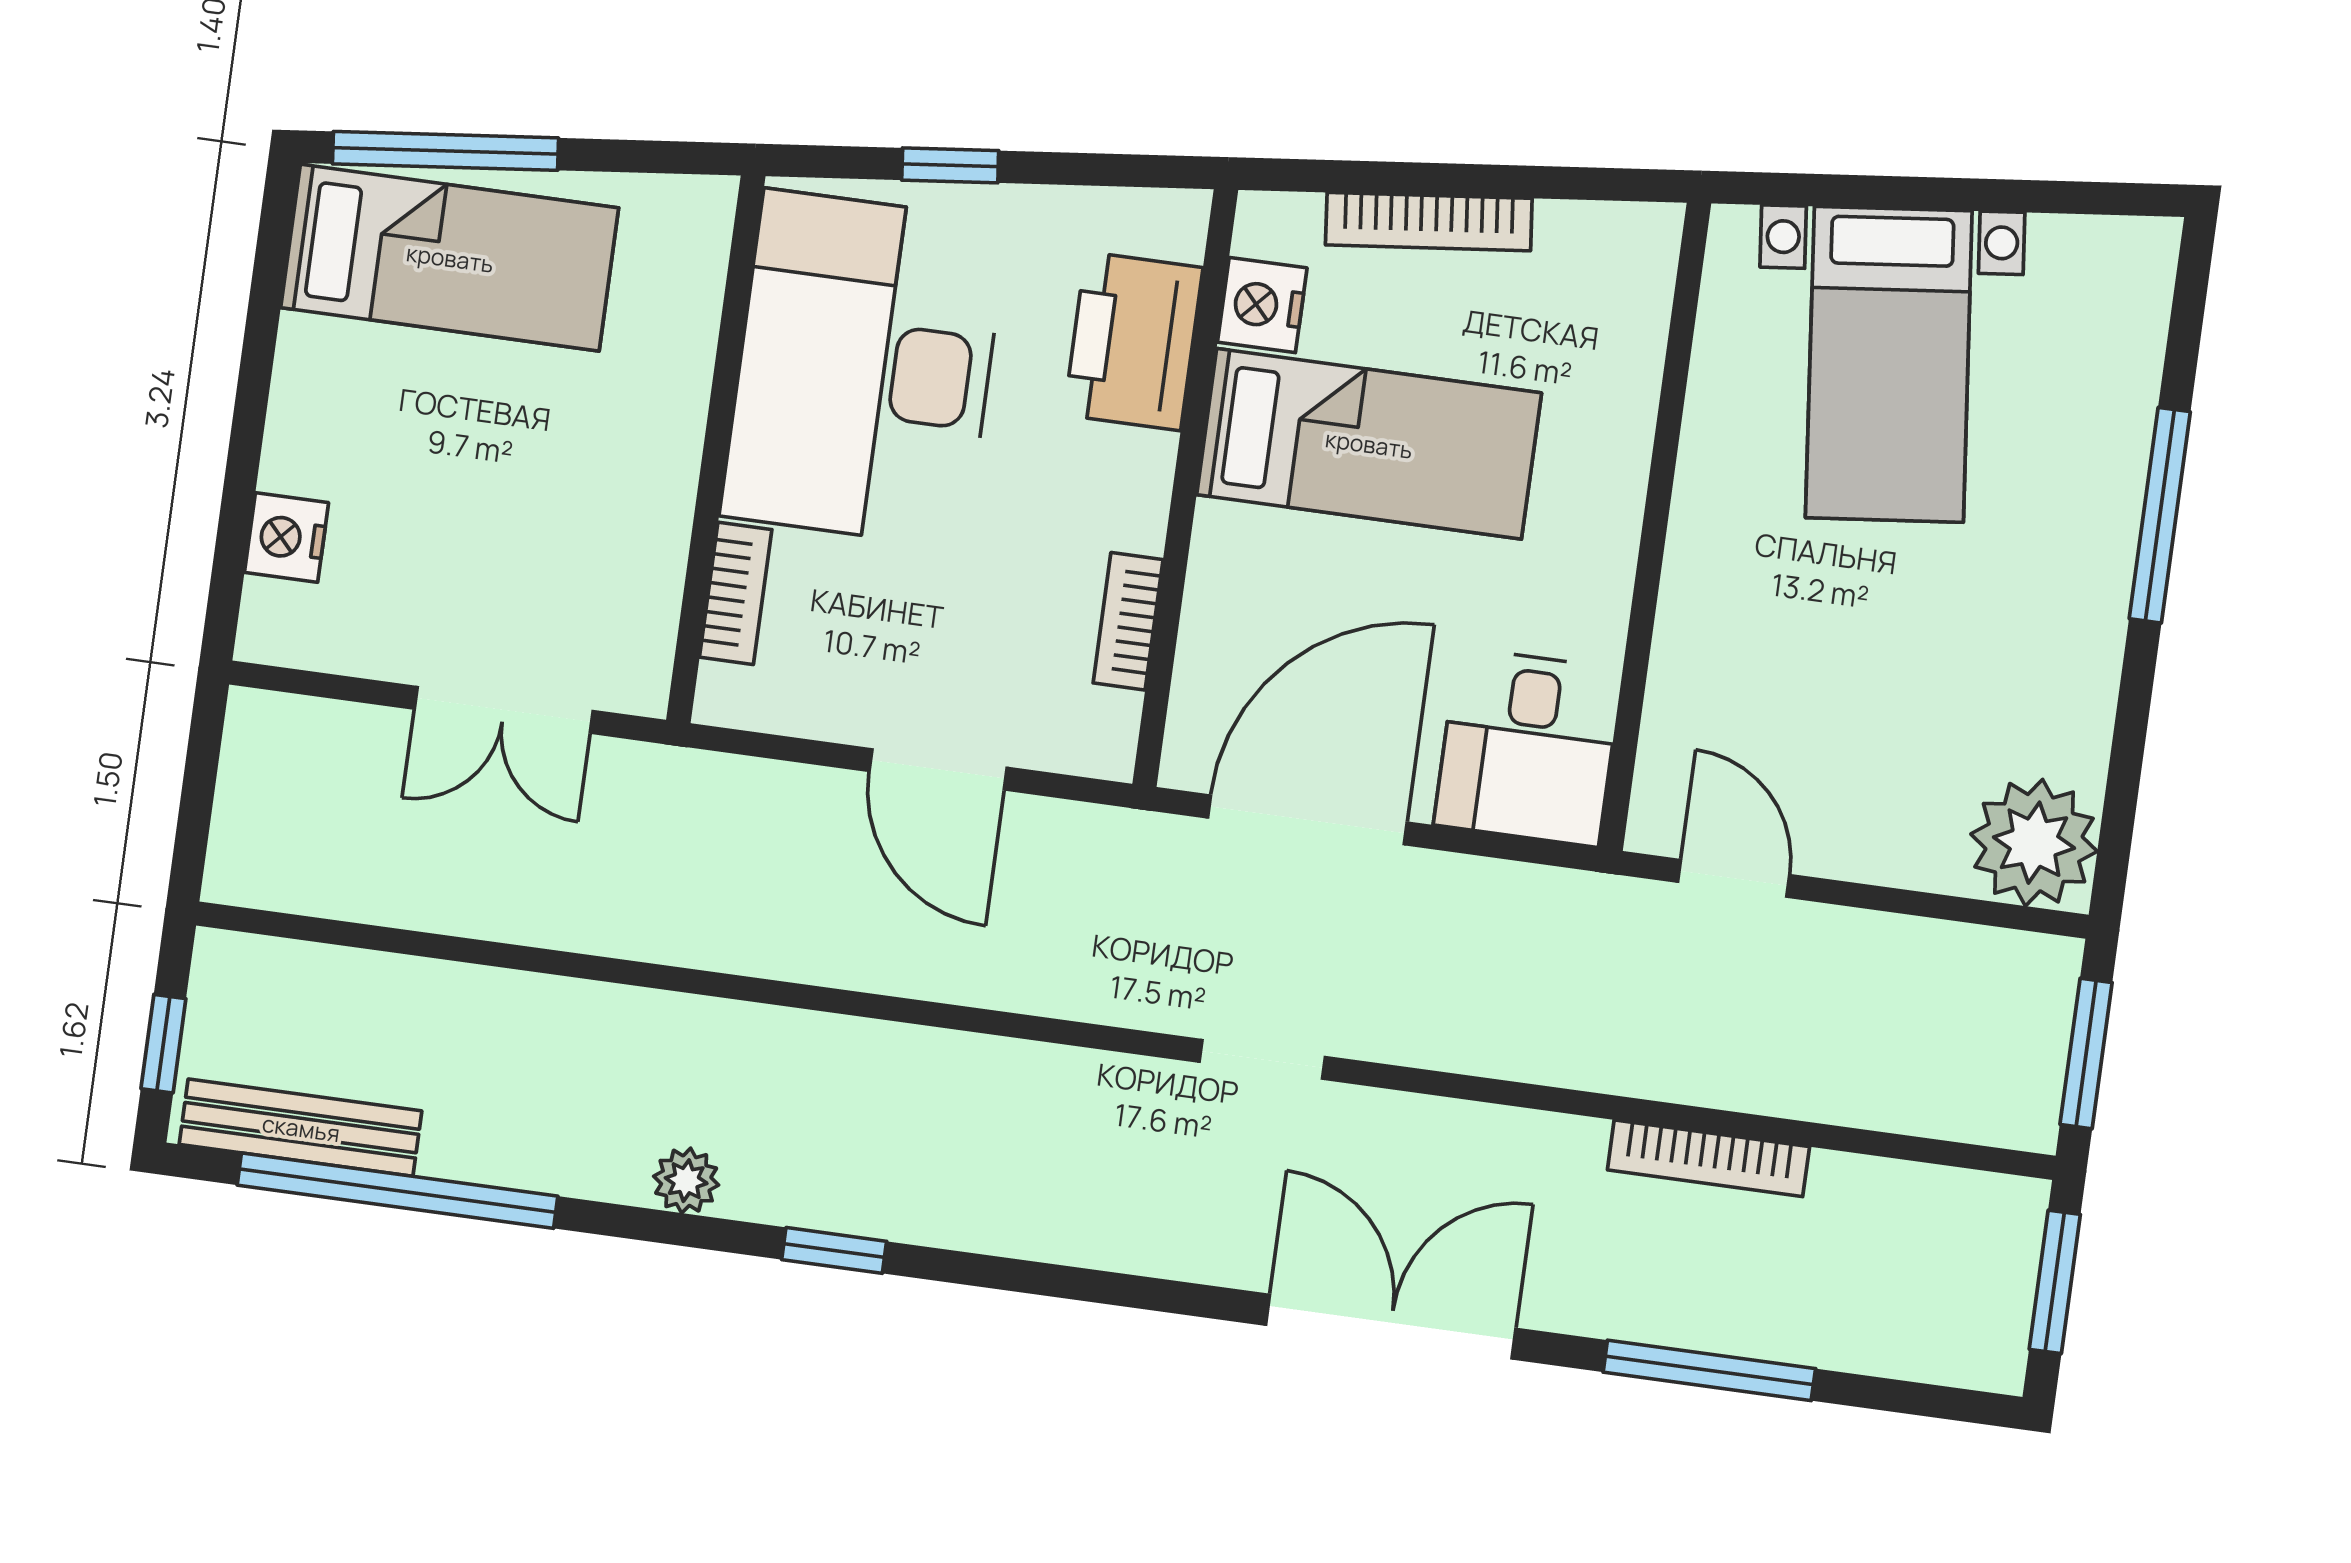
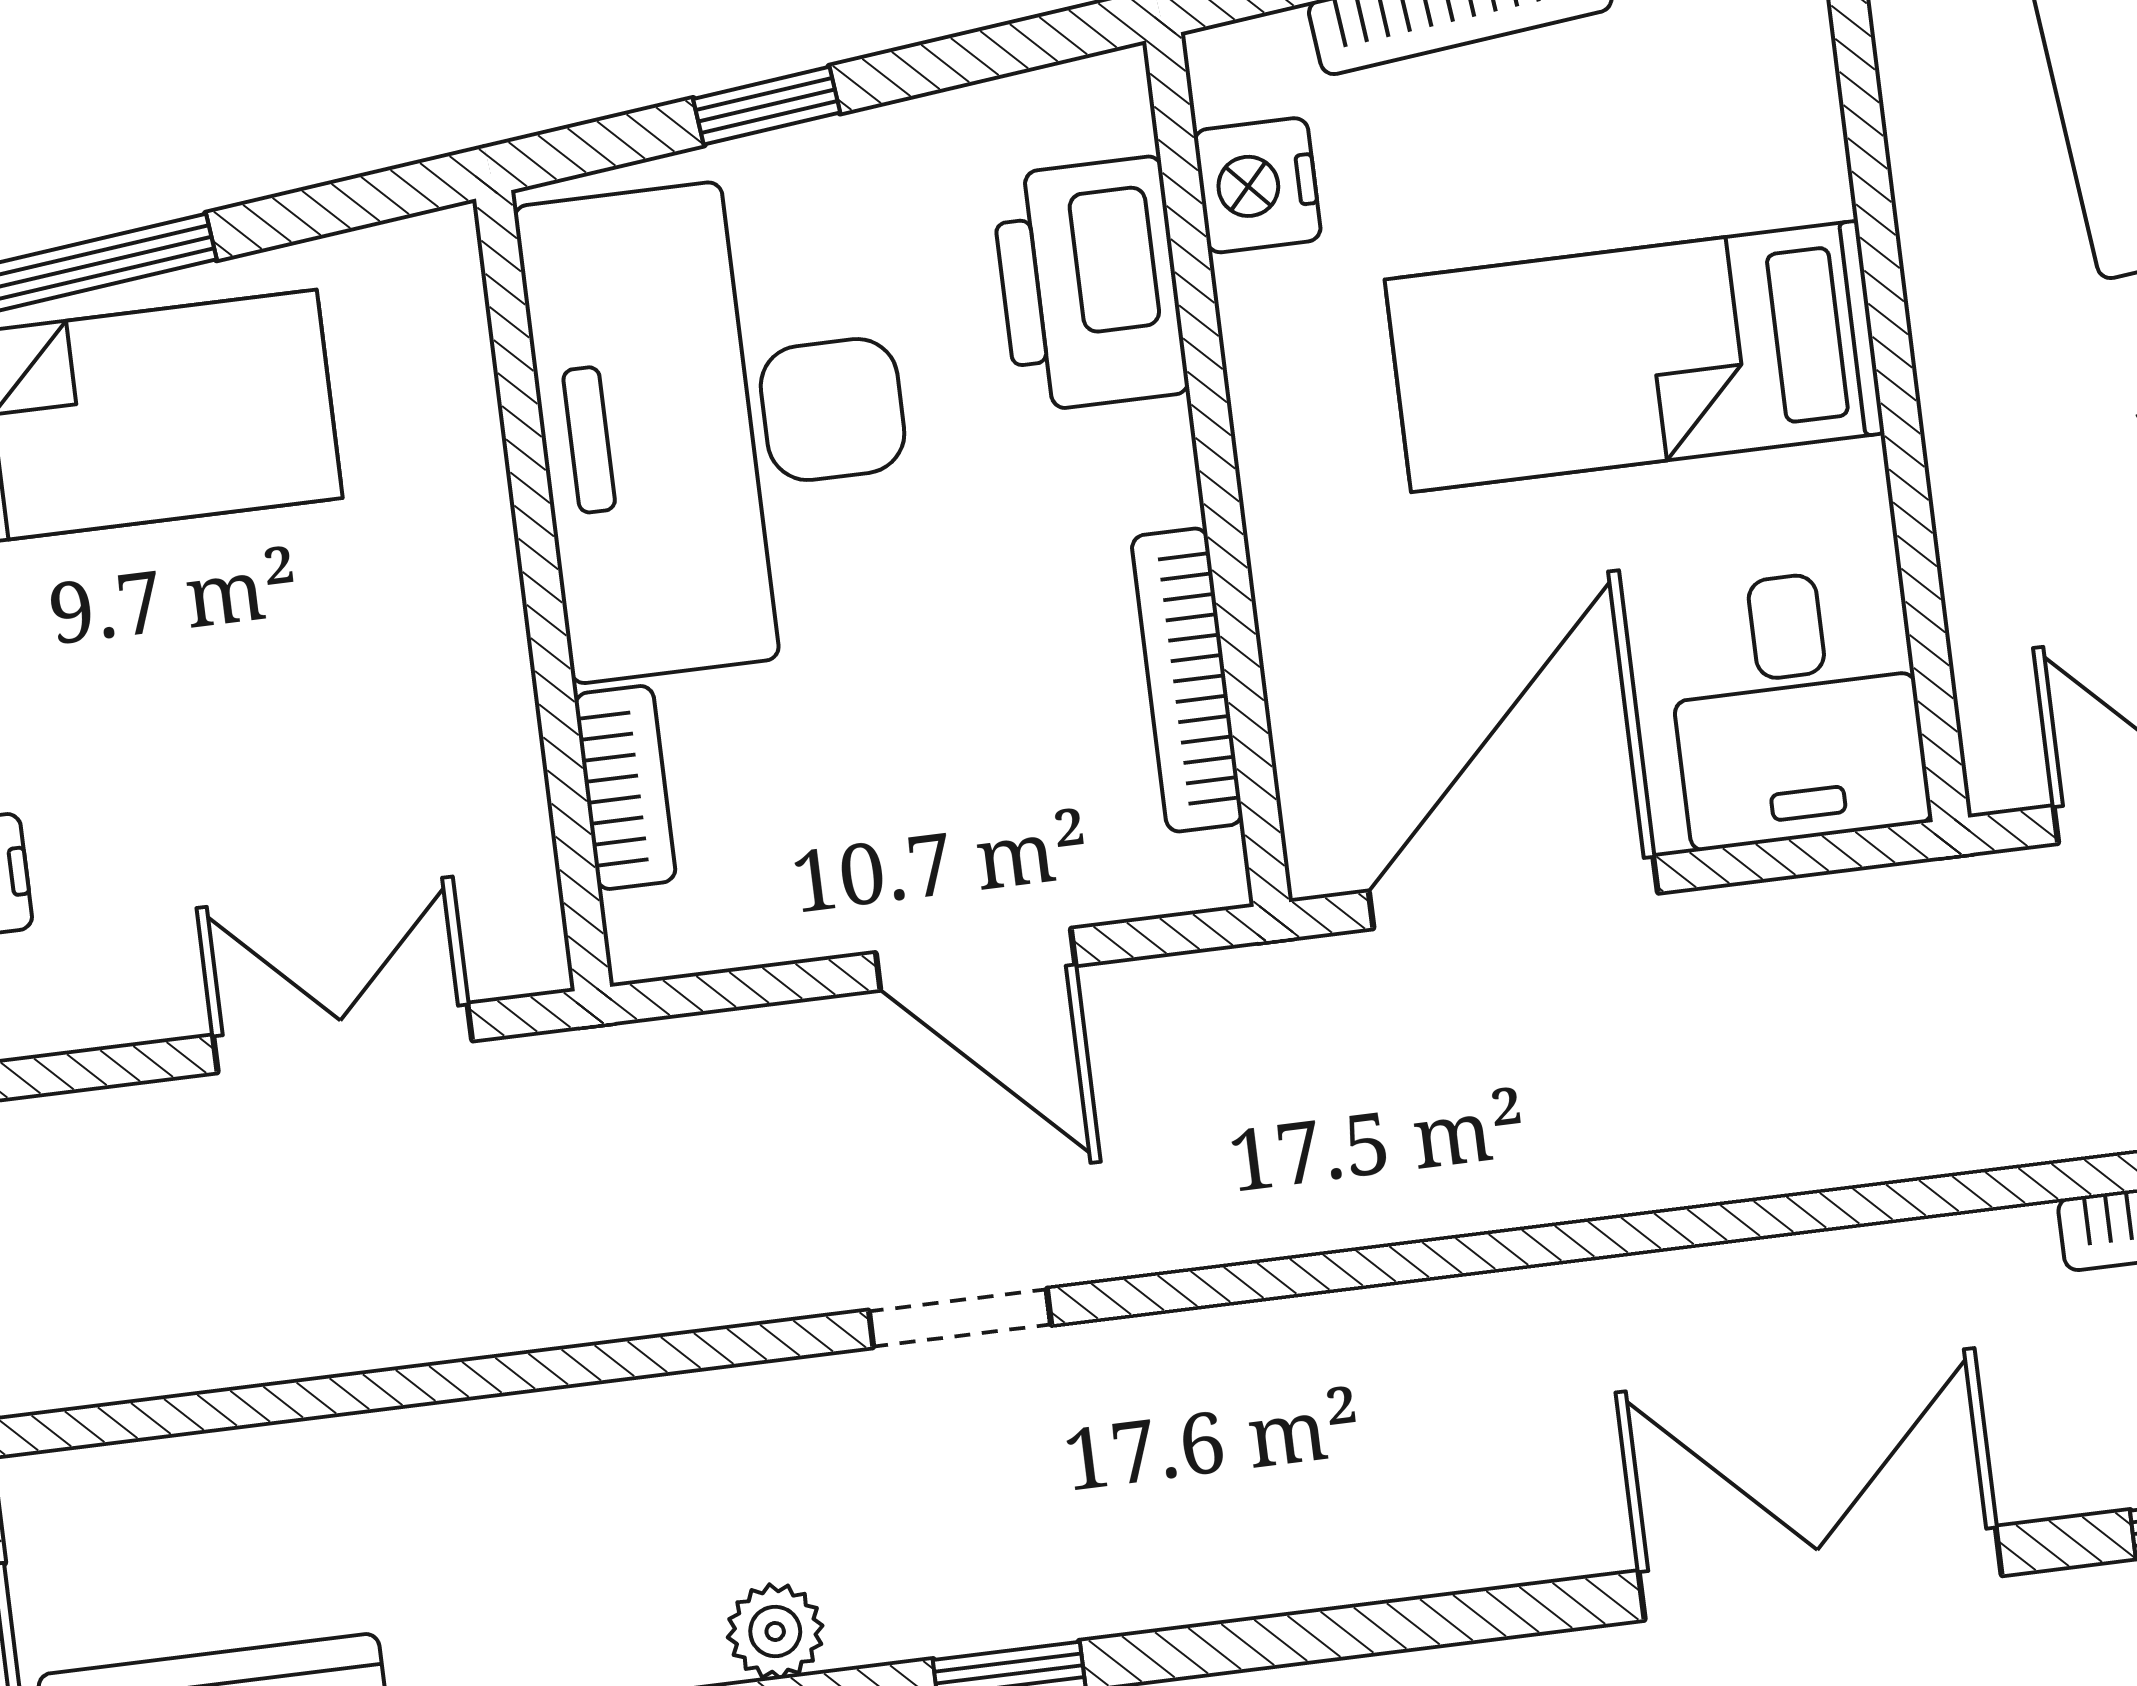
bed: (1369, 444) -> (1635, 356), moved, turned 180
bookcase: (1128, 621) -> (1187, 680), width x1.56
double door: (504, 710) -> (343, 1038), swing flipped
doorway: (1262, 1059) -> (960, 1318), moved

